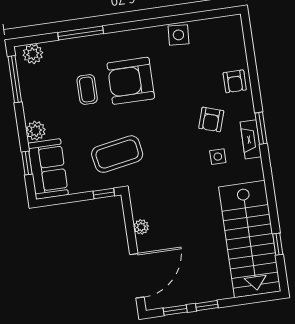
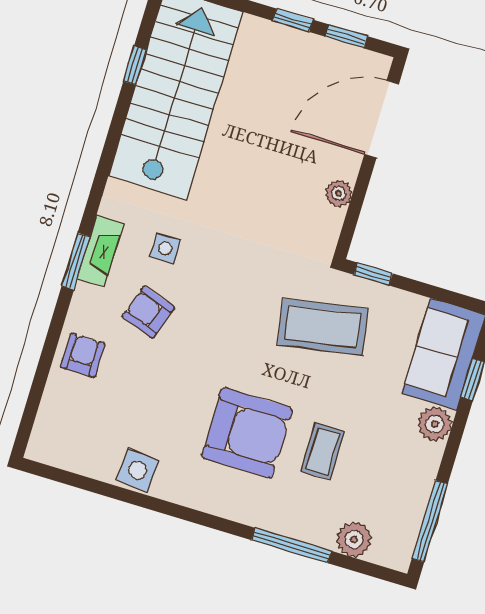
plant: (33, 54) -> (354, 539), moved
armchair: (211, 119) -> (148, 312), turned -89

